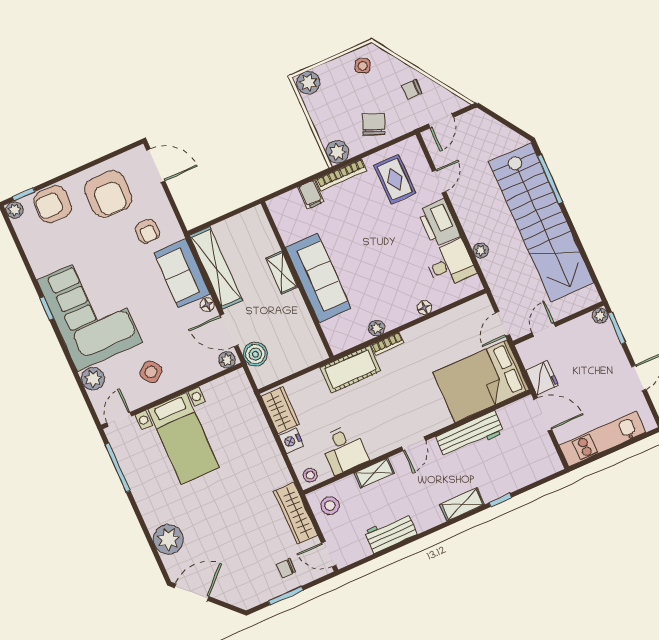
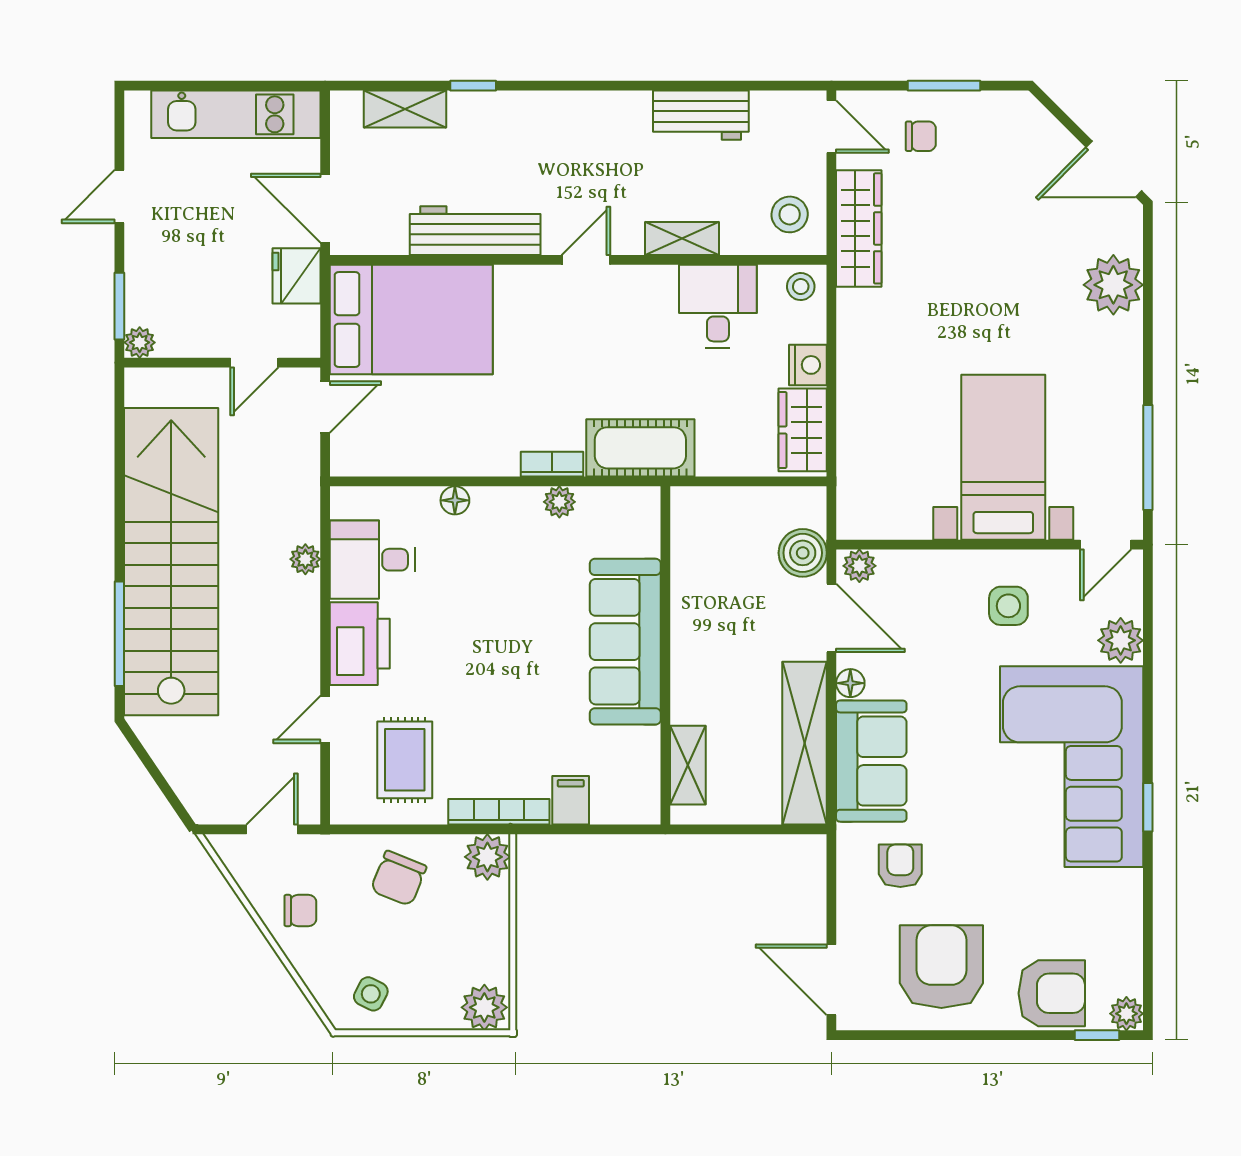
shelving: (282, 273) -> (688, 765), moved
side table: (151, 372) -> (1008, 606), turned 38
shelving: (462, 504) -> (405, 109), moved

